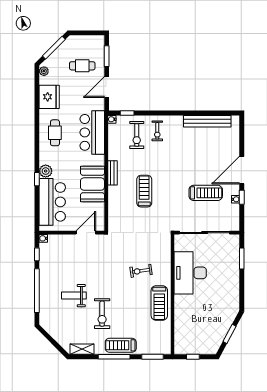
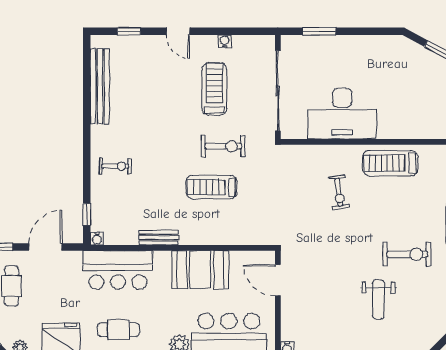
door: (107, 87) -> (45, 247), swing flipped
exercise bike: (137, 135) -> (223, 146), moved
door: (242, 170) -> (178, 31), width x0.53
bench: (113, 173) -> (159, 238), moved
window: (242, 197) -> (129, 31), moved
treadmill: (159, 303) -> (390, 163), turned 180

